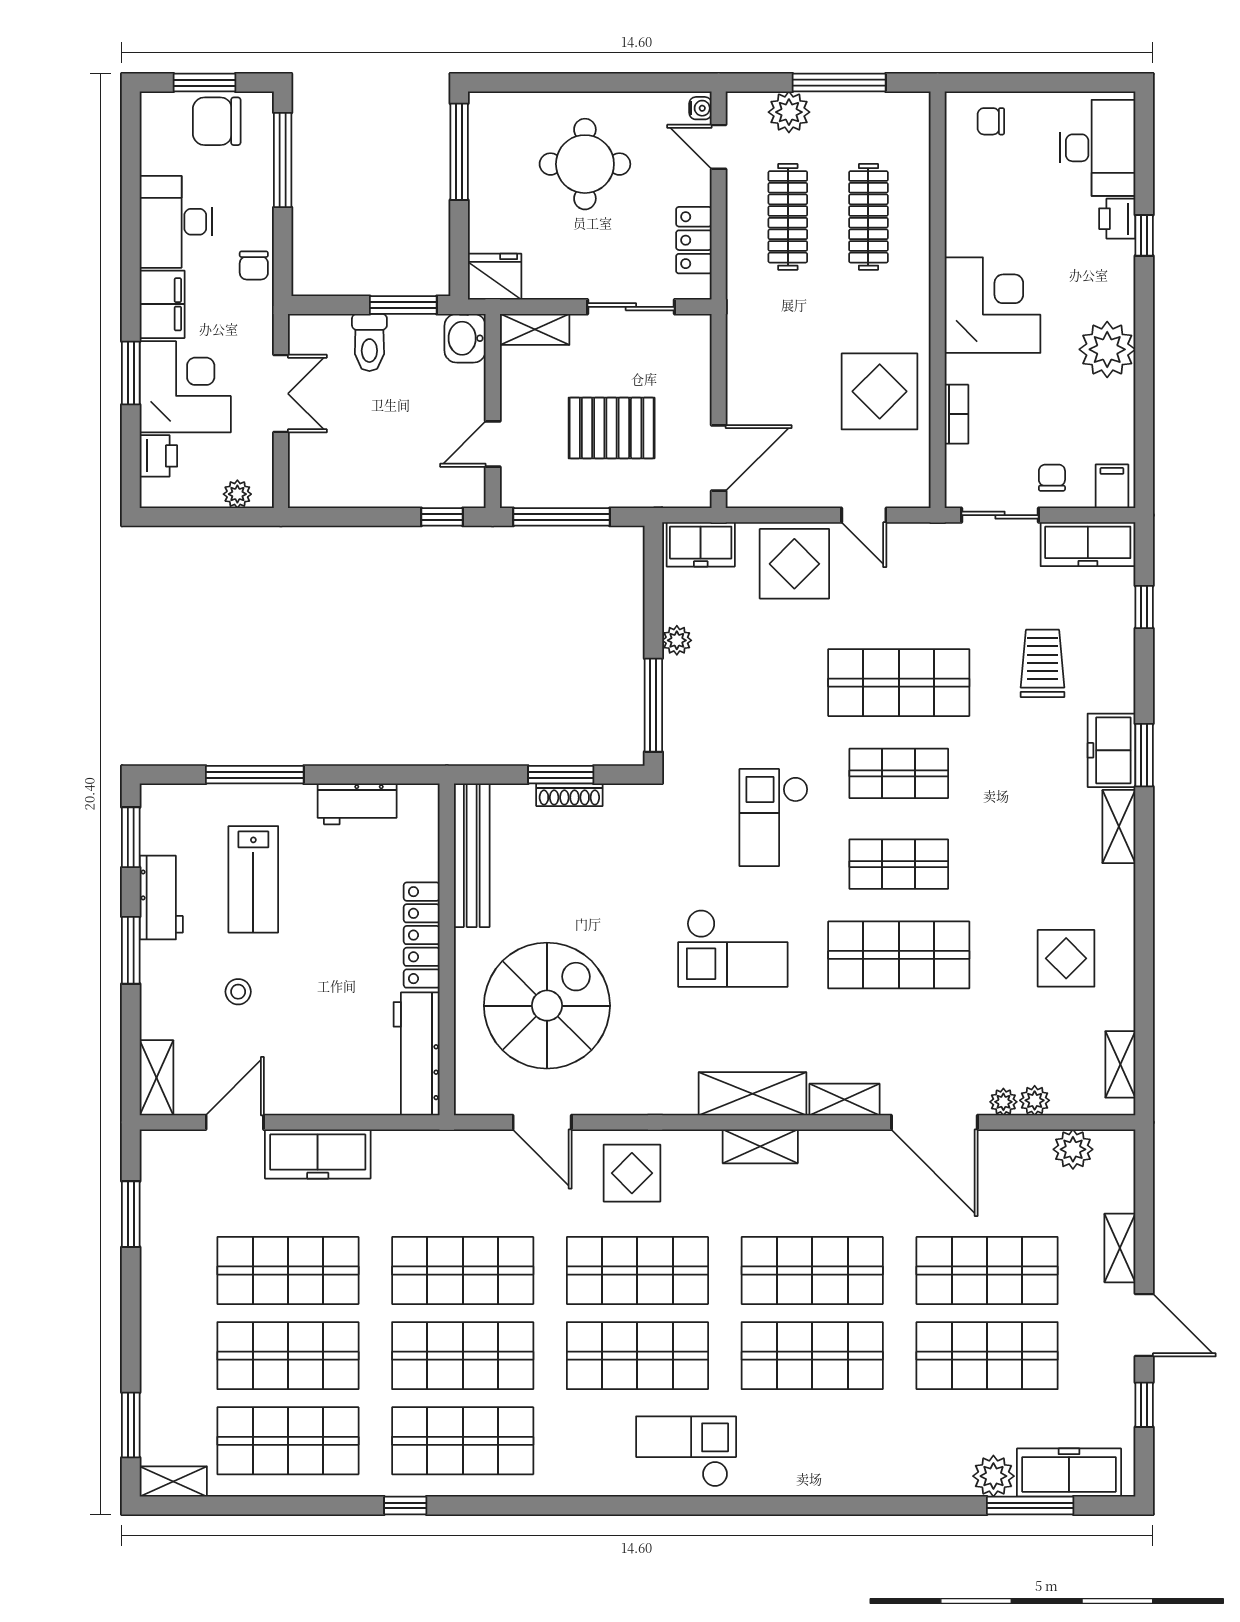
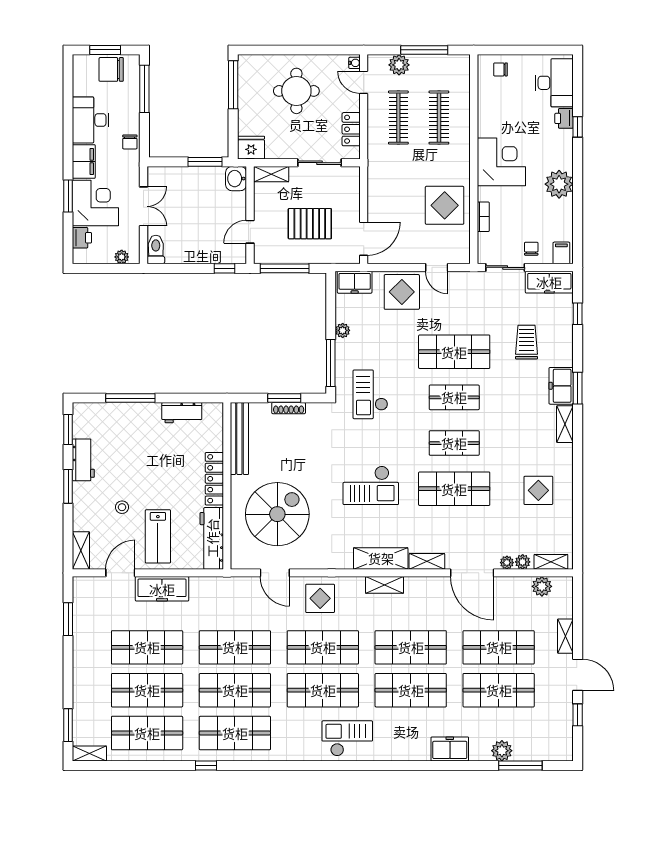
toilet: (369, 343) -> (156, 250), moved, turned 180
checkout: (774, 818) -> (370, 394), moved
lab bench: (253, 879) -> (158, 536), moved
shelving: (1120, 1064) -> (551, 562), moved, turned 90
freezer: (1069, 1473) -> (450, 749), moved, width x0.71

